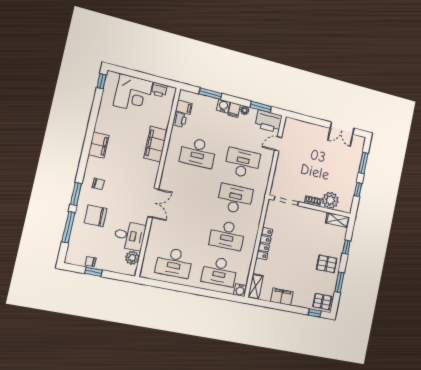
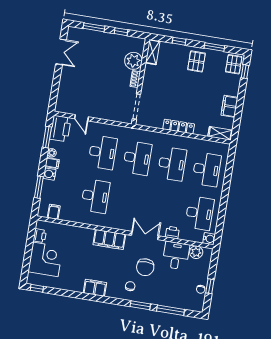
printer: (180, 120) -> (172, 233), moved
filing cabinet: (156, 144) -> (109, 239), moved
desk: (242, 163) -> (103, 152), turned 180
desk: (235, 199) -> (137, 158), turned 180
chair: (96, 216) -> (145, 267), moved
water cooler: (240, 290) -> (209, 239), moved

